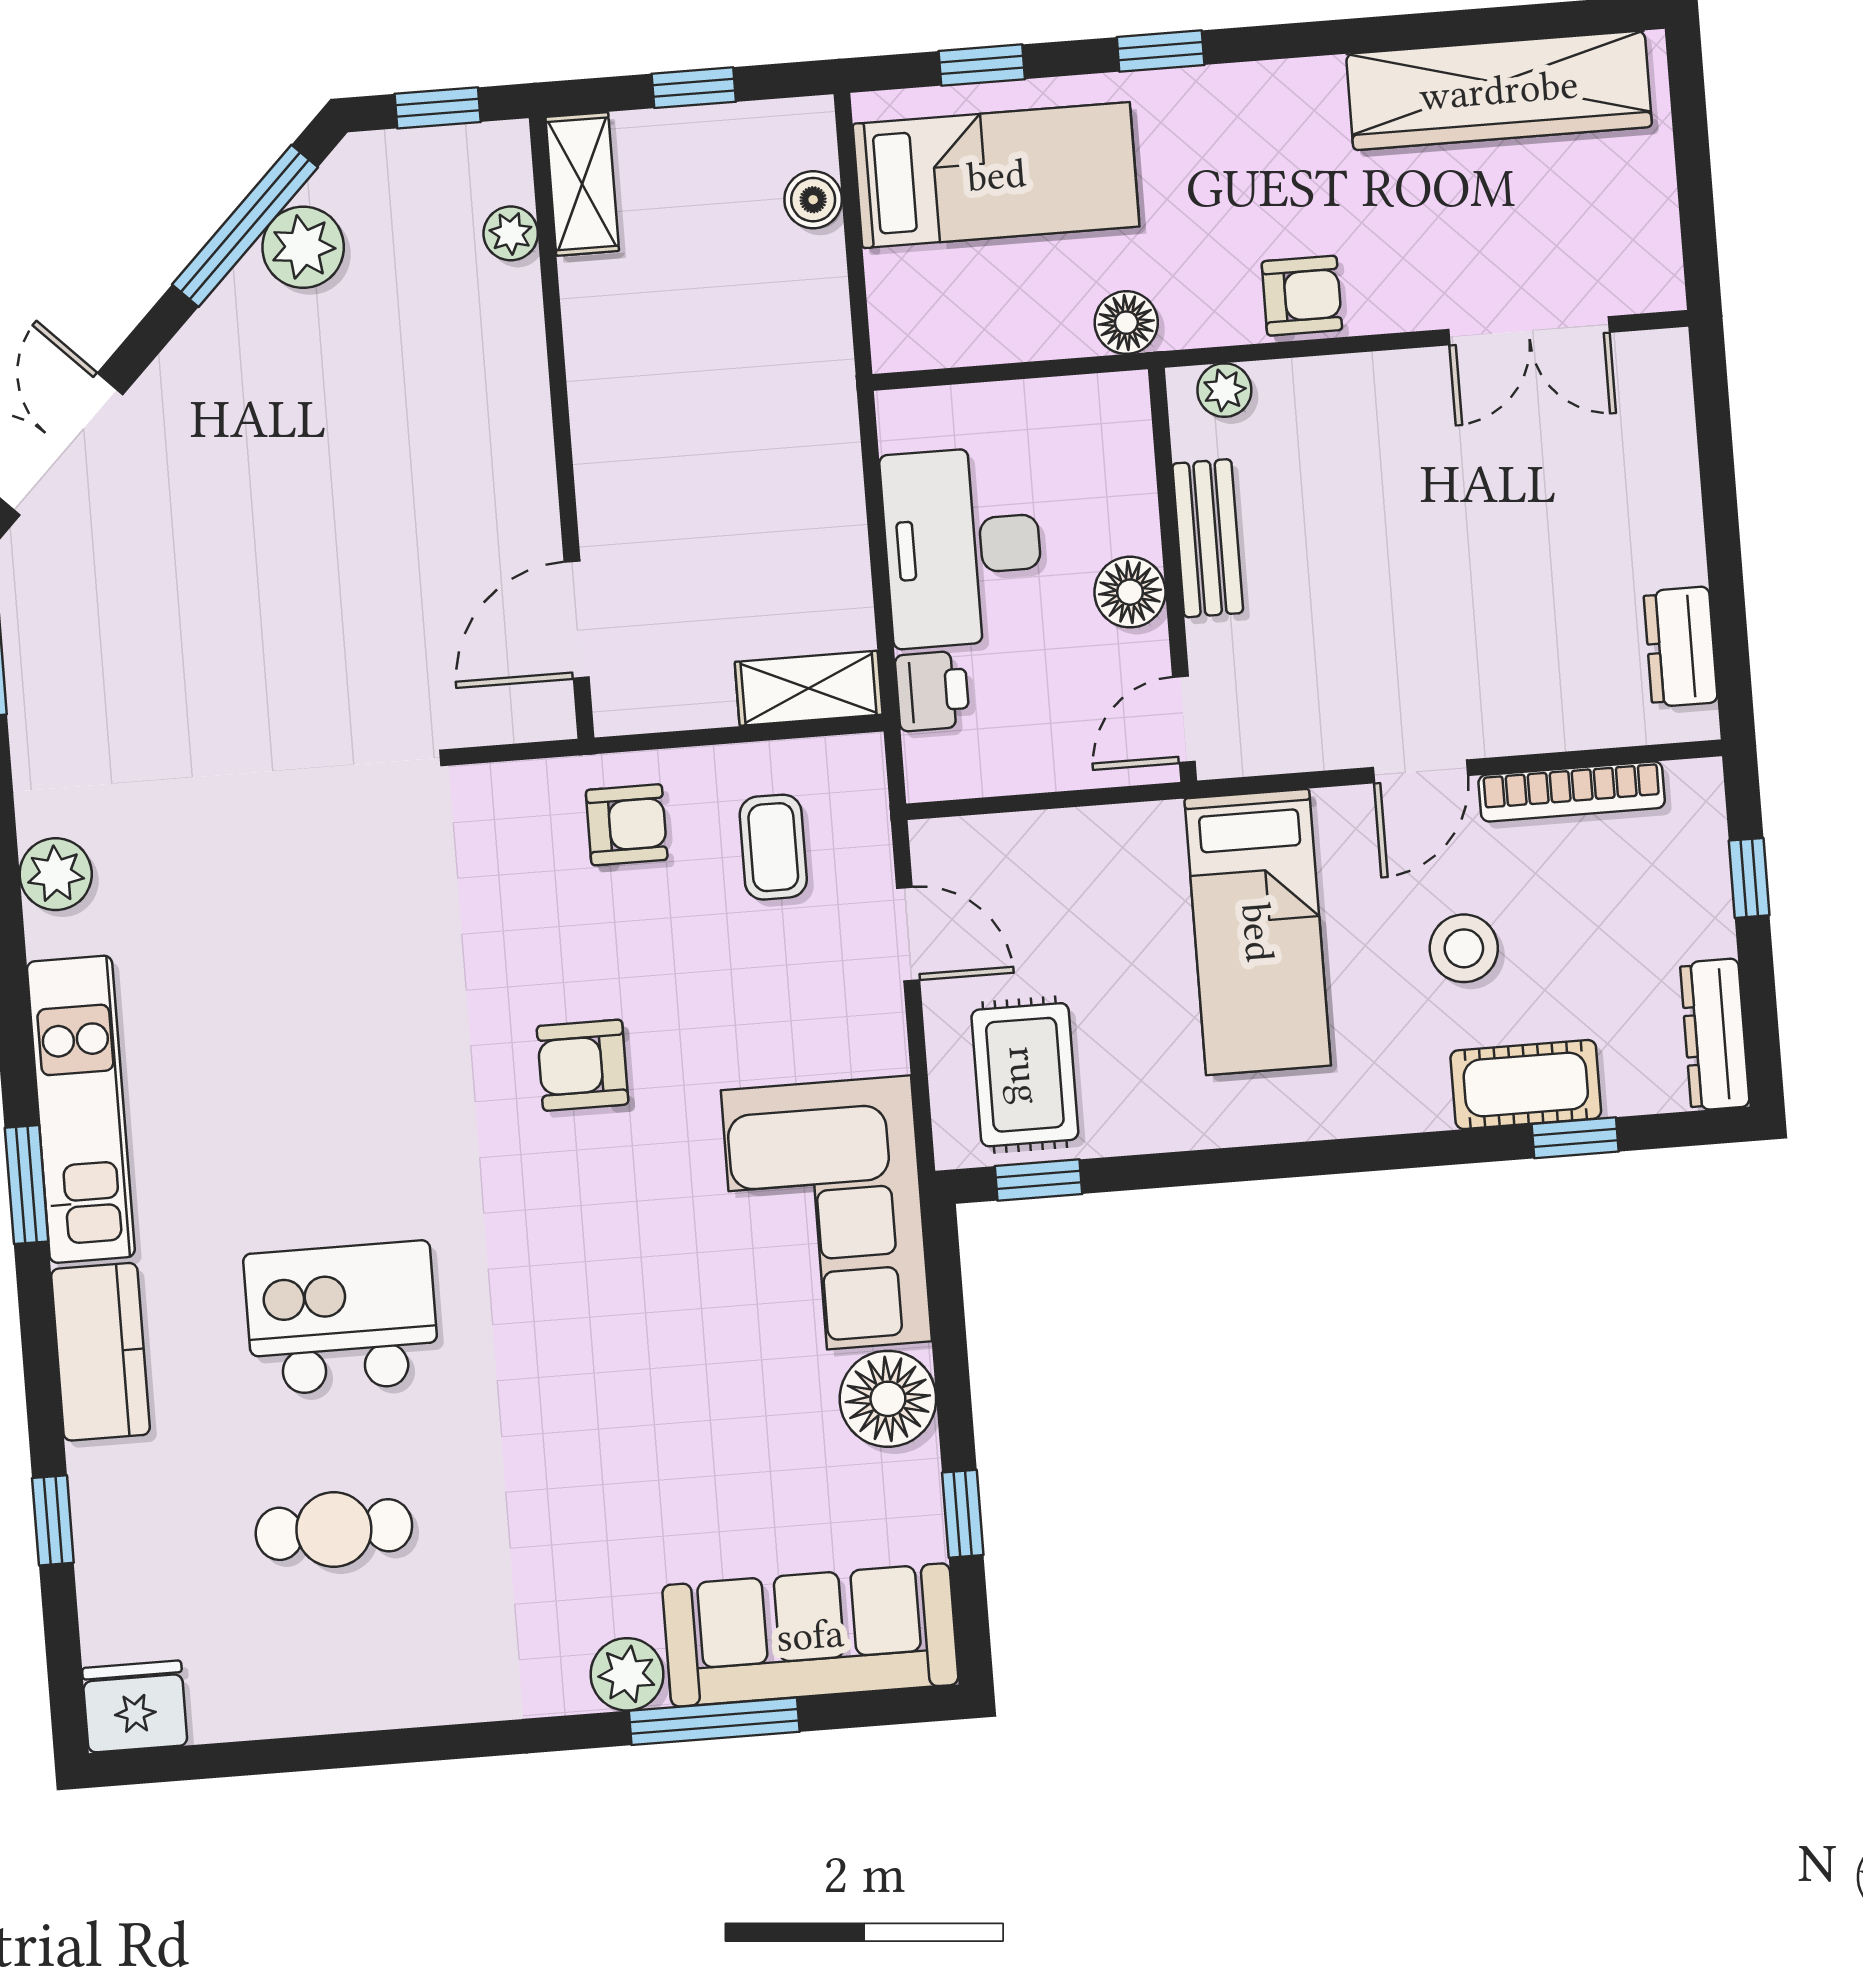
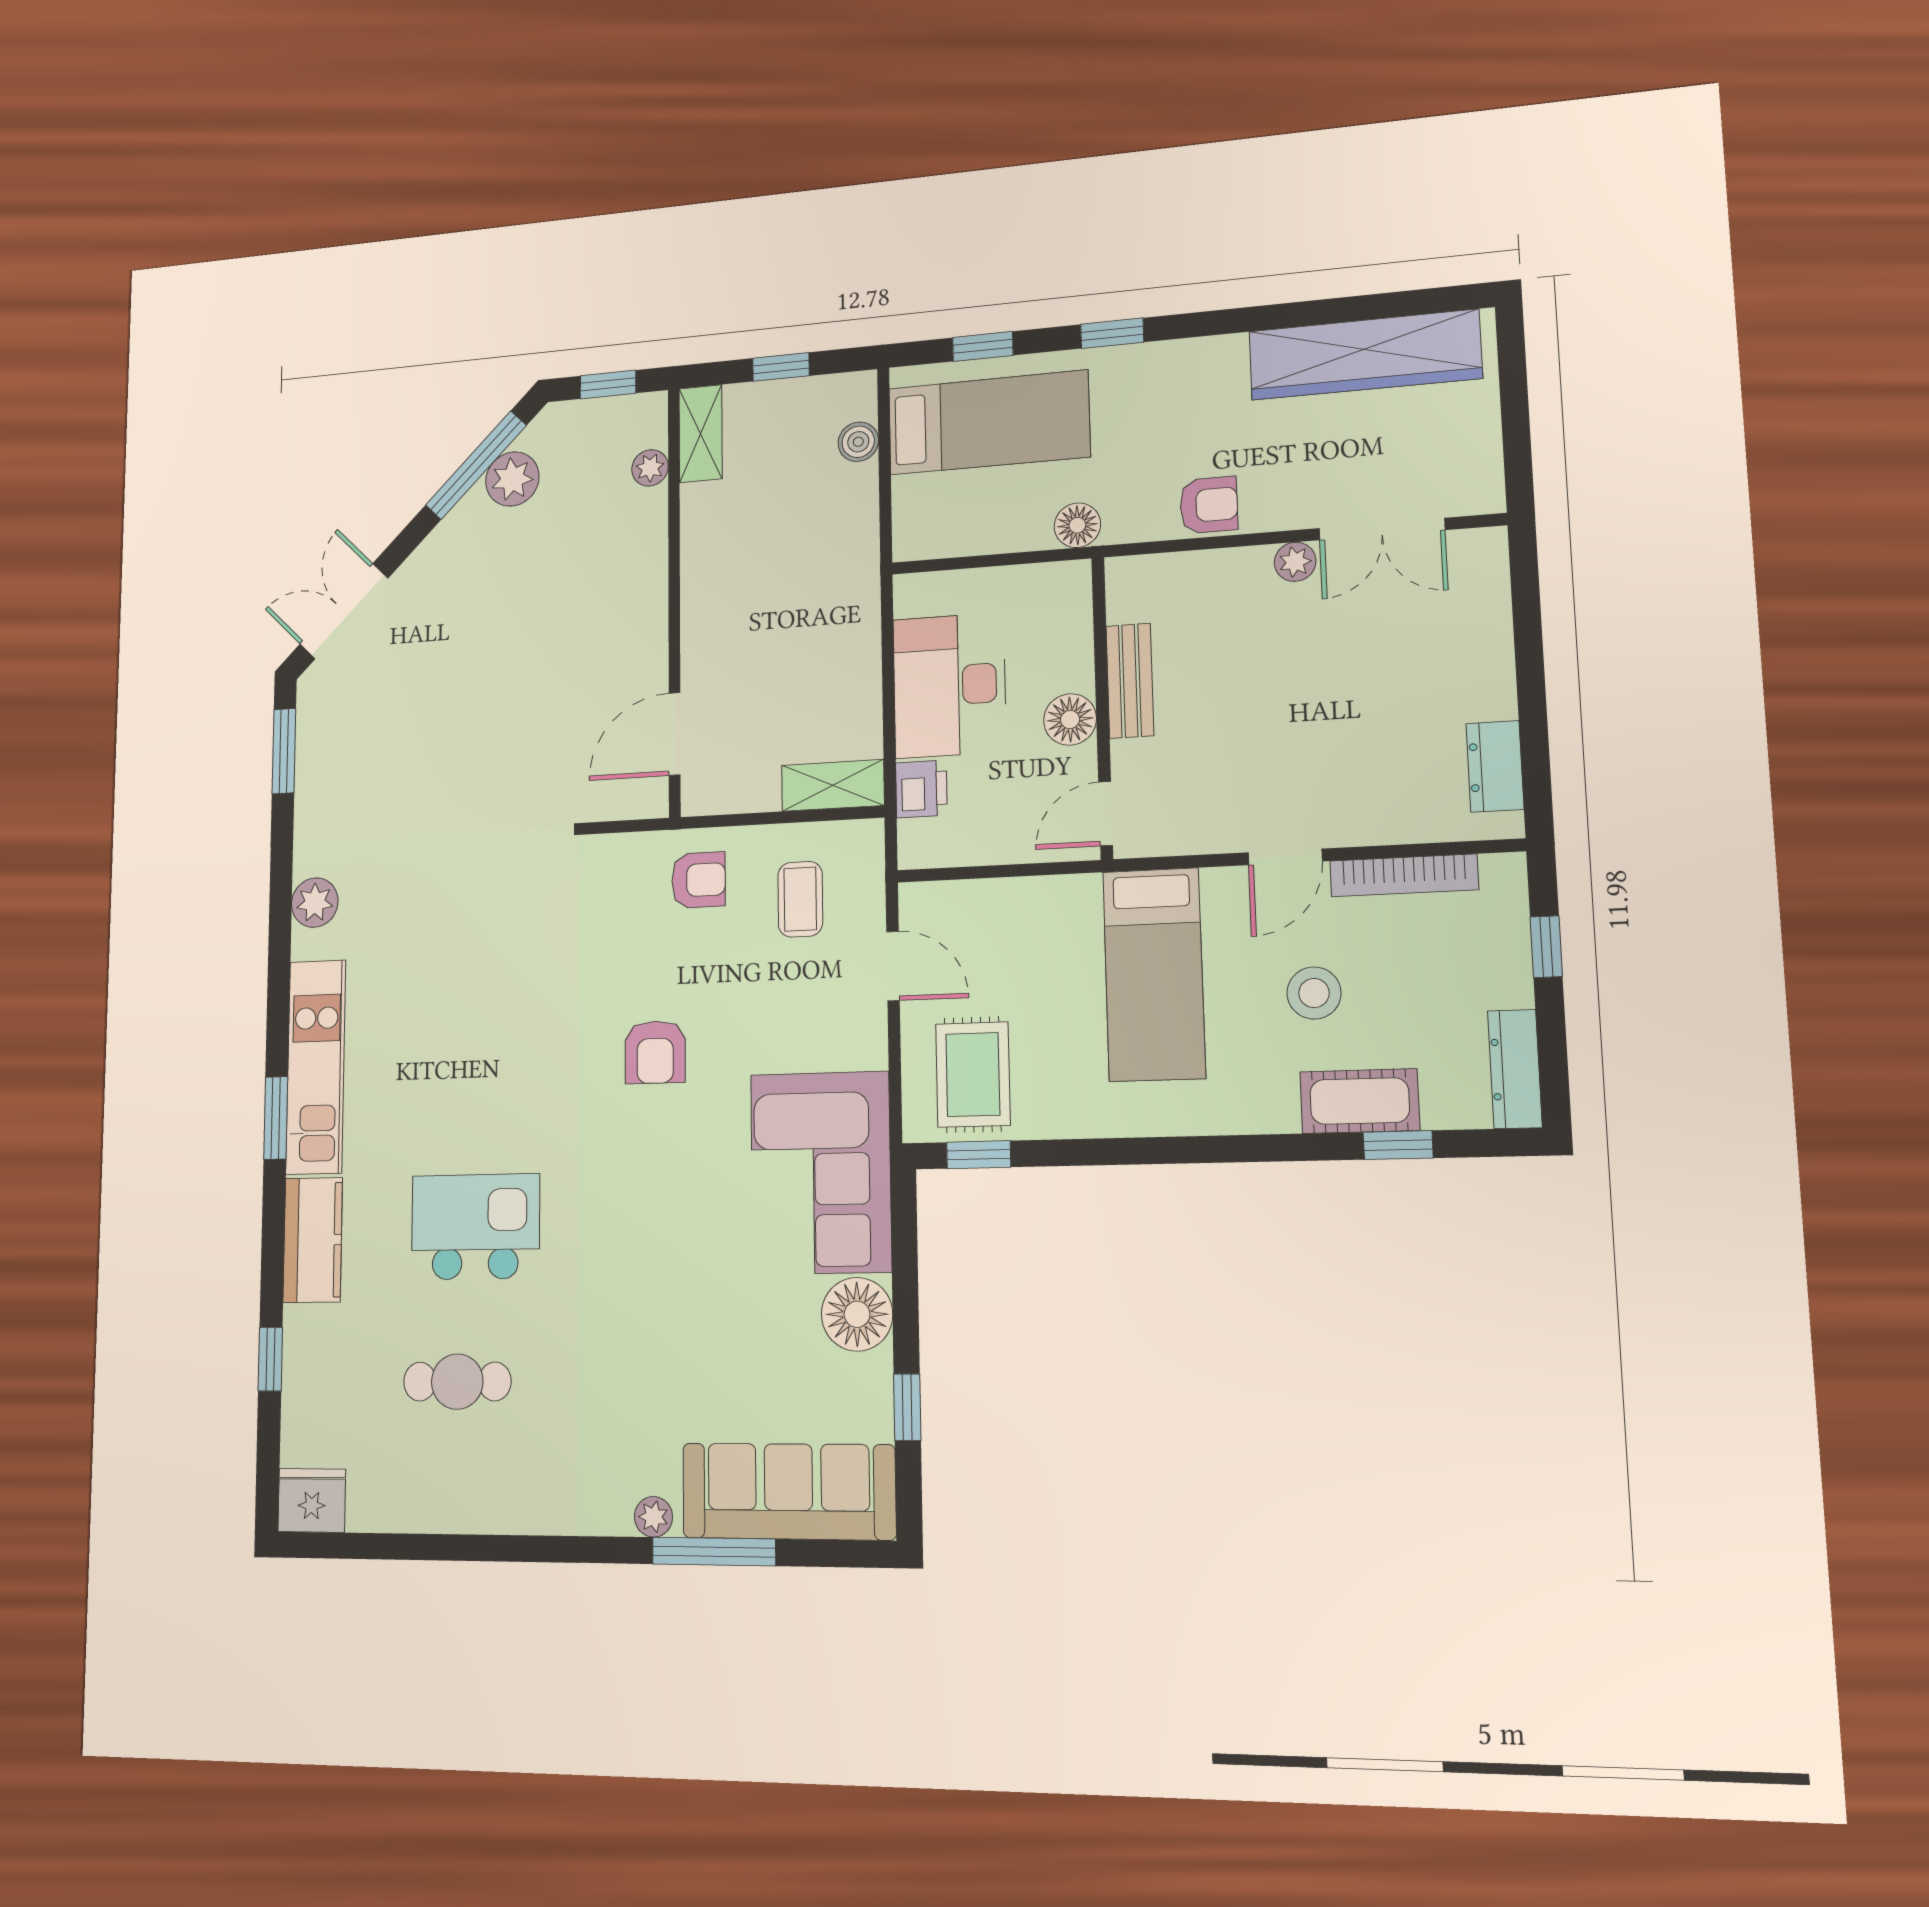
plant: (1224, 390) -> (1295, 562), moved
armchair: (583, 1065) -> (655, 1052), turned -90
plant: (627, 1674) -> (653, 1517), width x0.73, depth x0.73

